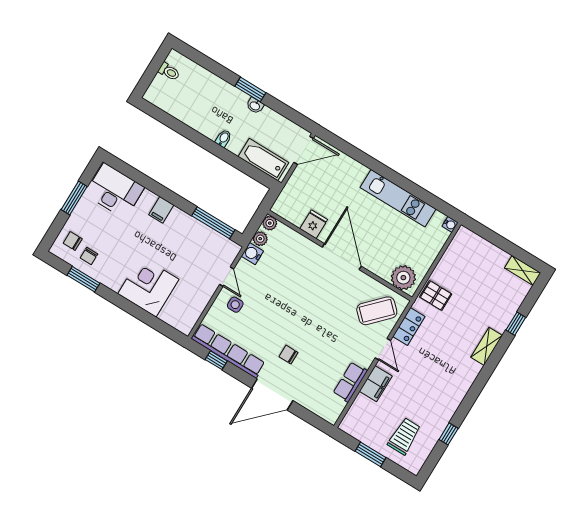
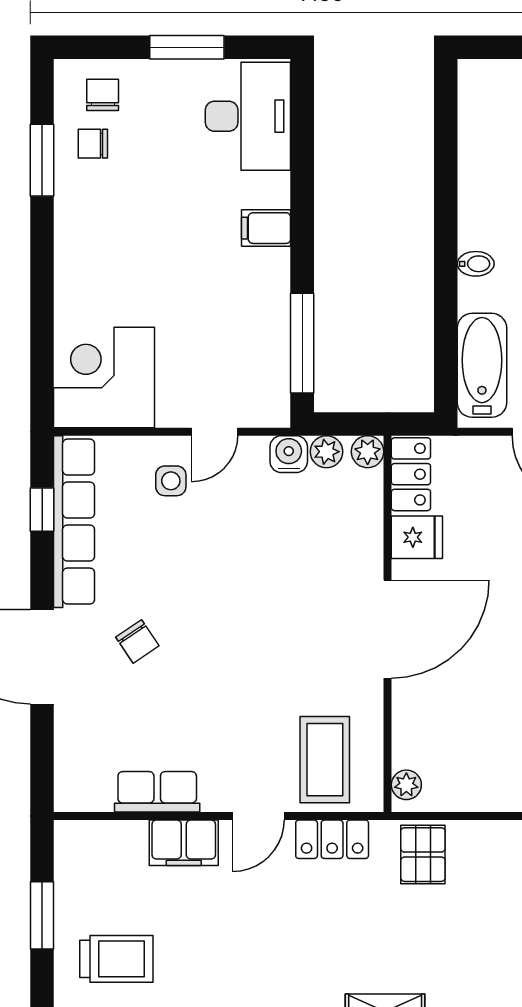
locker: (288, 212) -> (411, 474), added
plant: (403, 278) -> (406, 785), width x0.53, depth x0.53
corner desk: (148, 287) -> (104, 377), moved, turned -90
coffee table: (377, 311) -> (325, 760), turned 46
chair: (288, 355) -> (137, 641), turned 146

